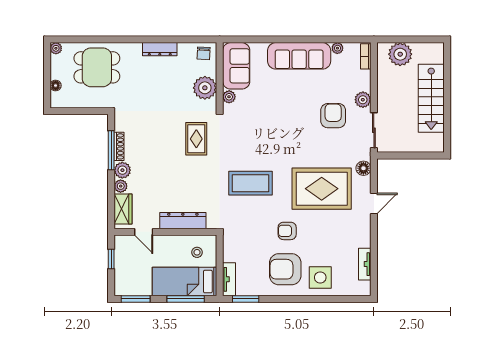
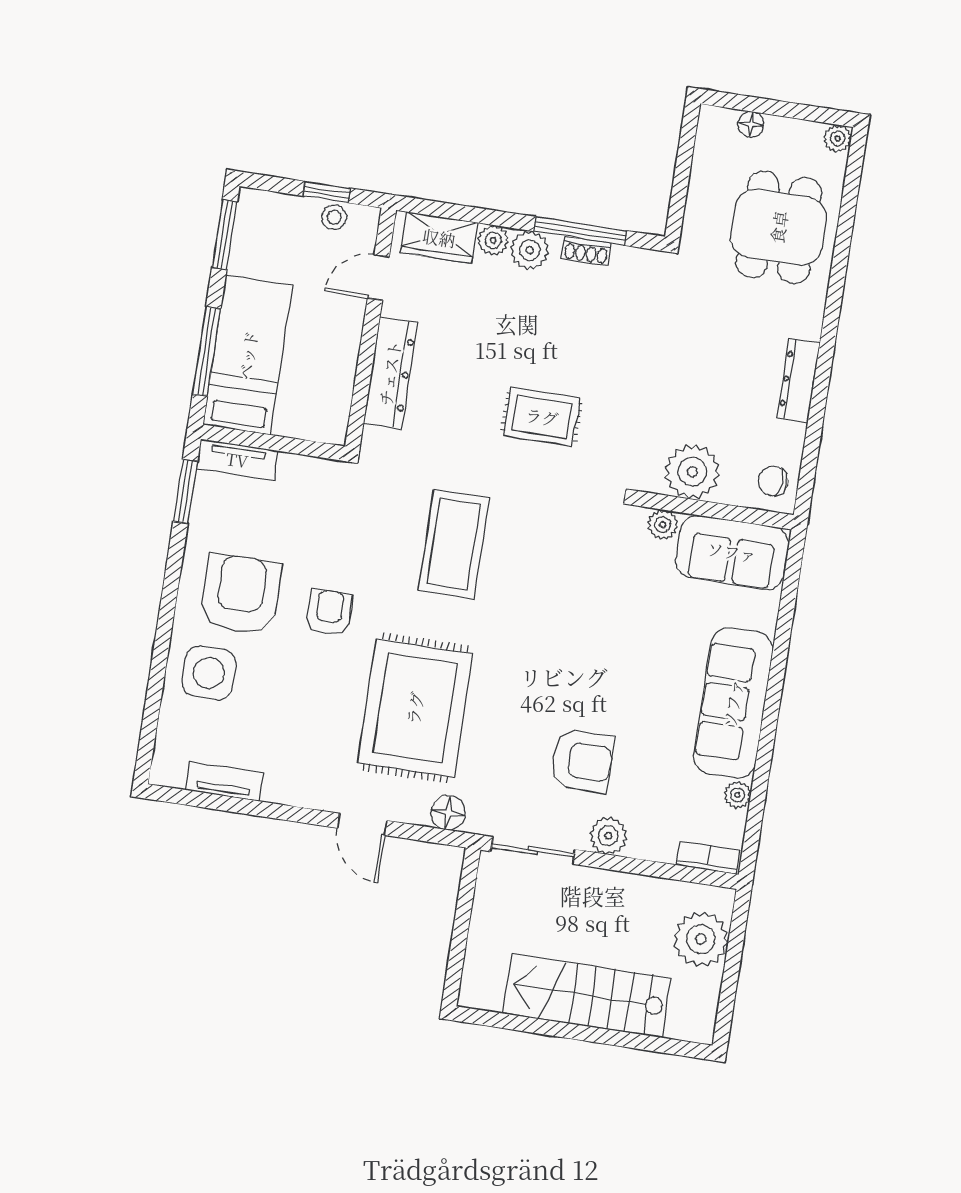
rug: (196, 139) -> (542, 417), moved
shoe rack: (119, 146) -> (586, 251), width x0.70
stool: (197, 252) -> (334, 217), moved

